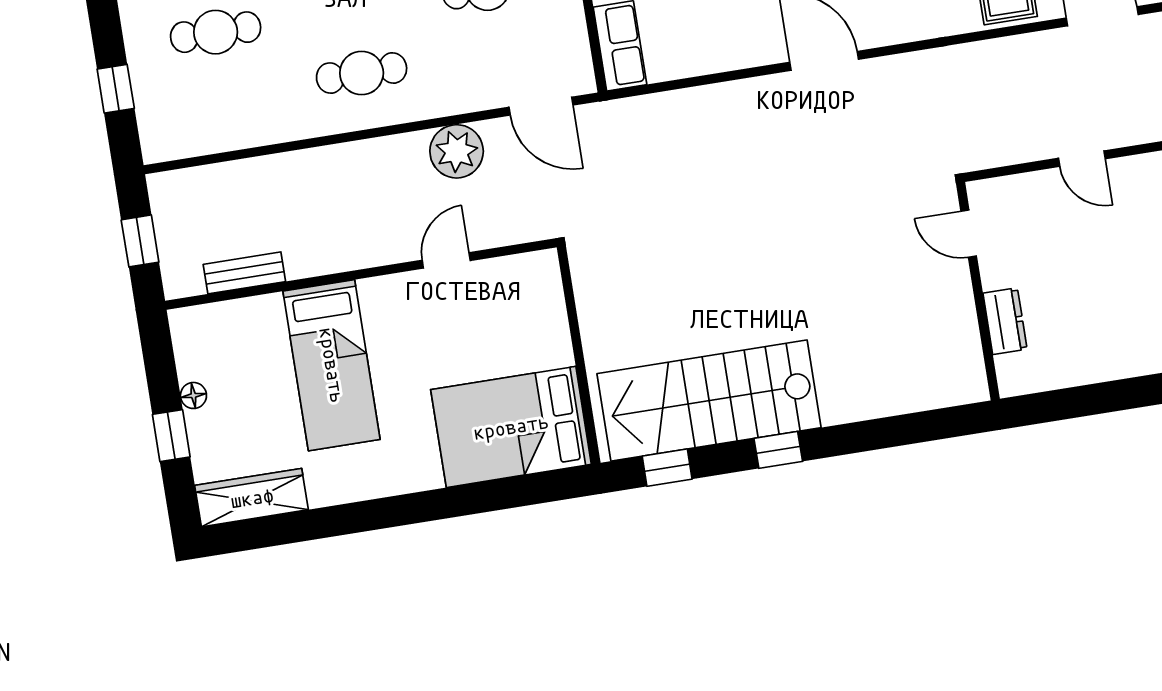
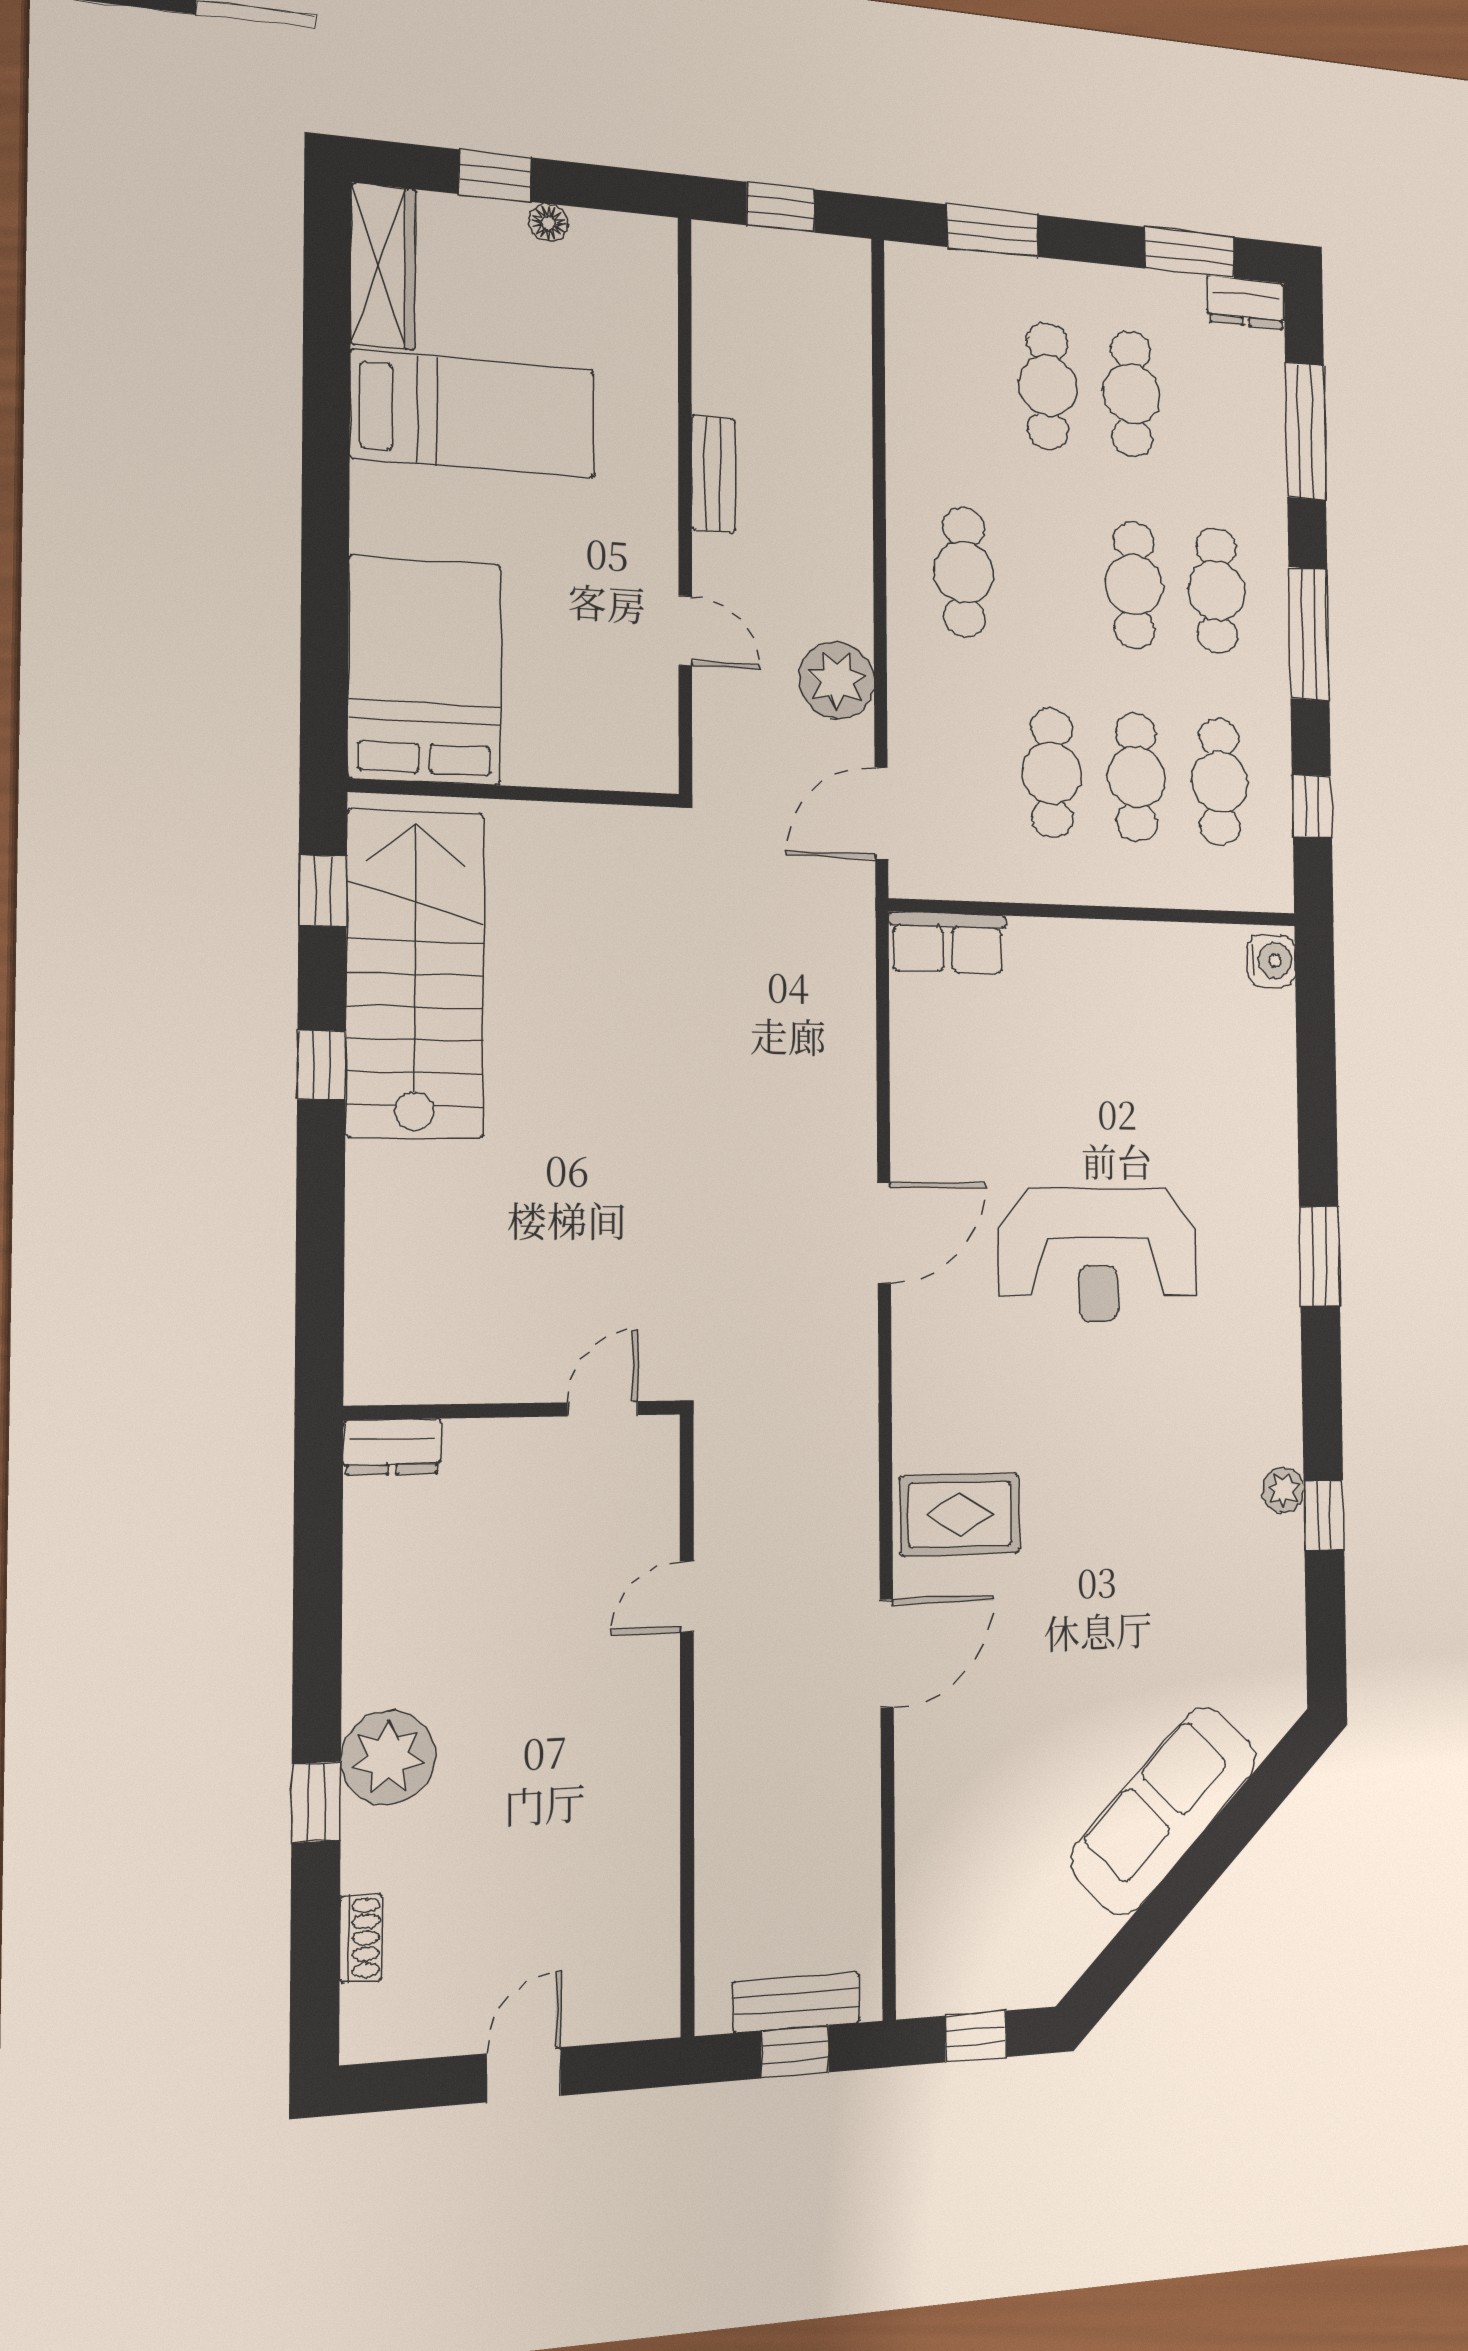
window: (116, 89) -> (992, 231), width x1.50
bench: (244, 273) -> (713, 474), moved
dresser: (1005, 321) -> (392, 1447), moved
bed: (332, 365) -> (473, 414), moved, turned 180

